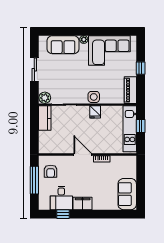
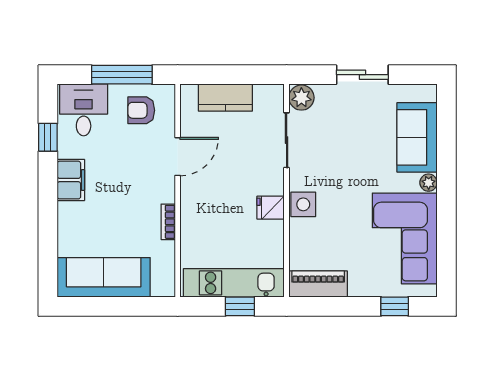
window: (141, 68) -> (395, 306), moved
kitchen counter: (45, 118) -> (225, 98), moved
door: (83, 155) -> (178, 157), moved
sofa: (127, 194) -> (104, 277), width x1.36
desk: (61, 198) -> (84, 110), moved, turned 90

